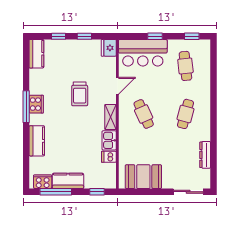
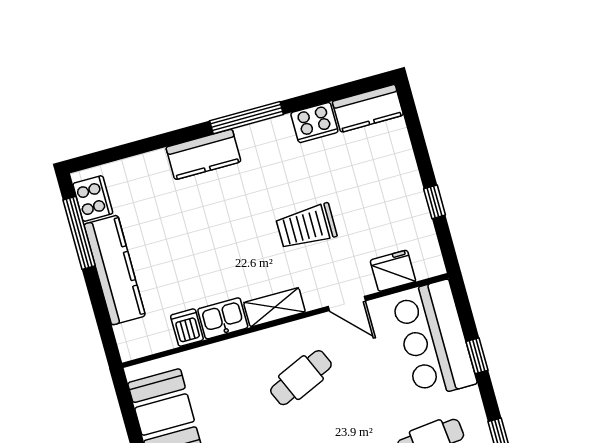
window: (59, 36) -> (419, 146), removed
fridge: (109, 48) -> (393, 271), moved
cooker: (36, 104) -> (314, 123), moved
kitchen counter: (37, 141) -> (203, 154), moved
kitchen counter: (68, 181) -> (115, 270), width x1.50
window: (97, 192) -> (104, 323), removed

